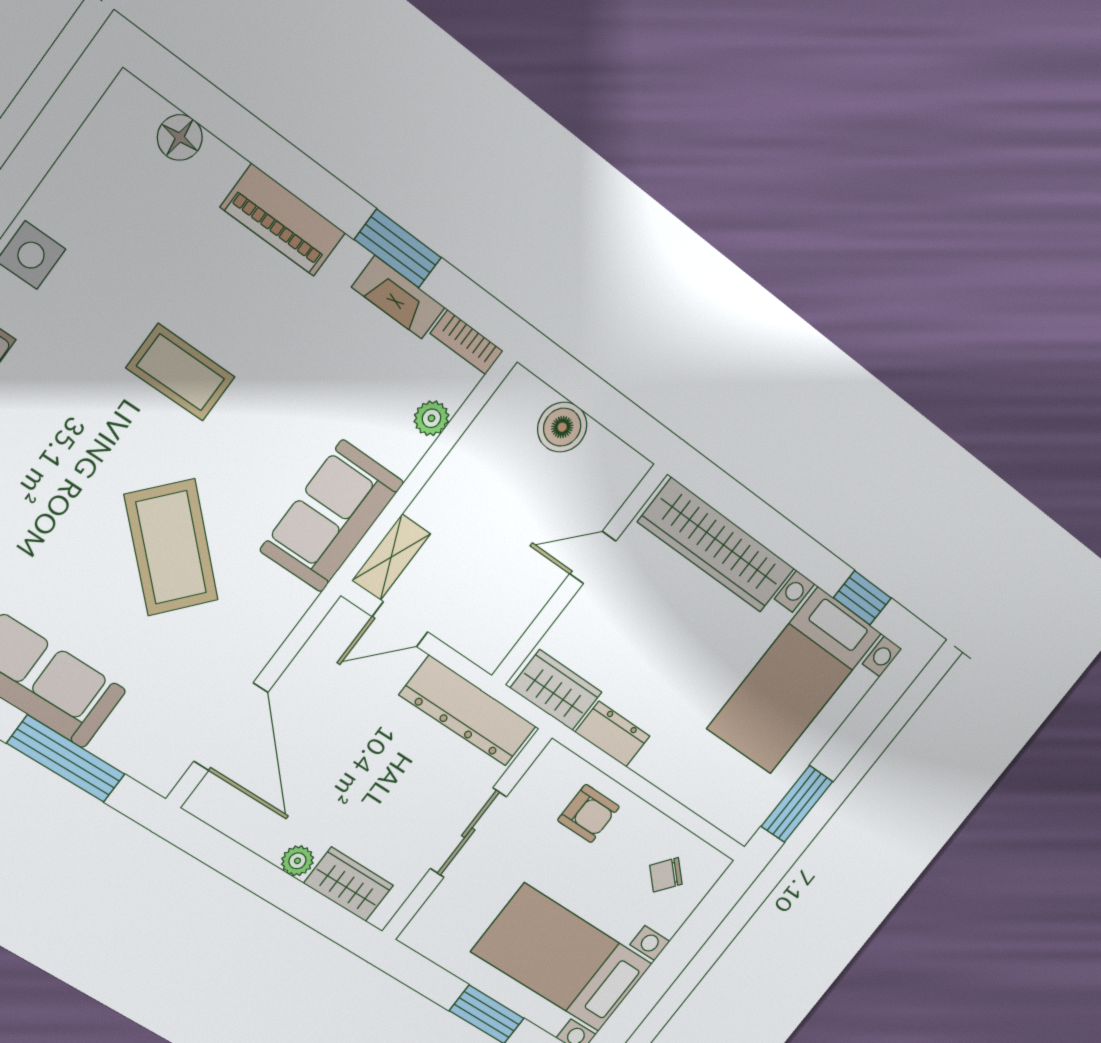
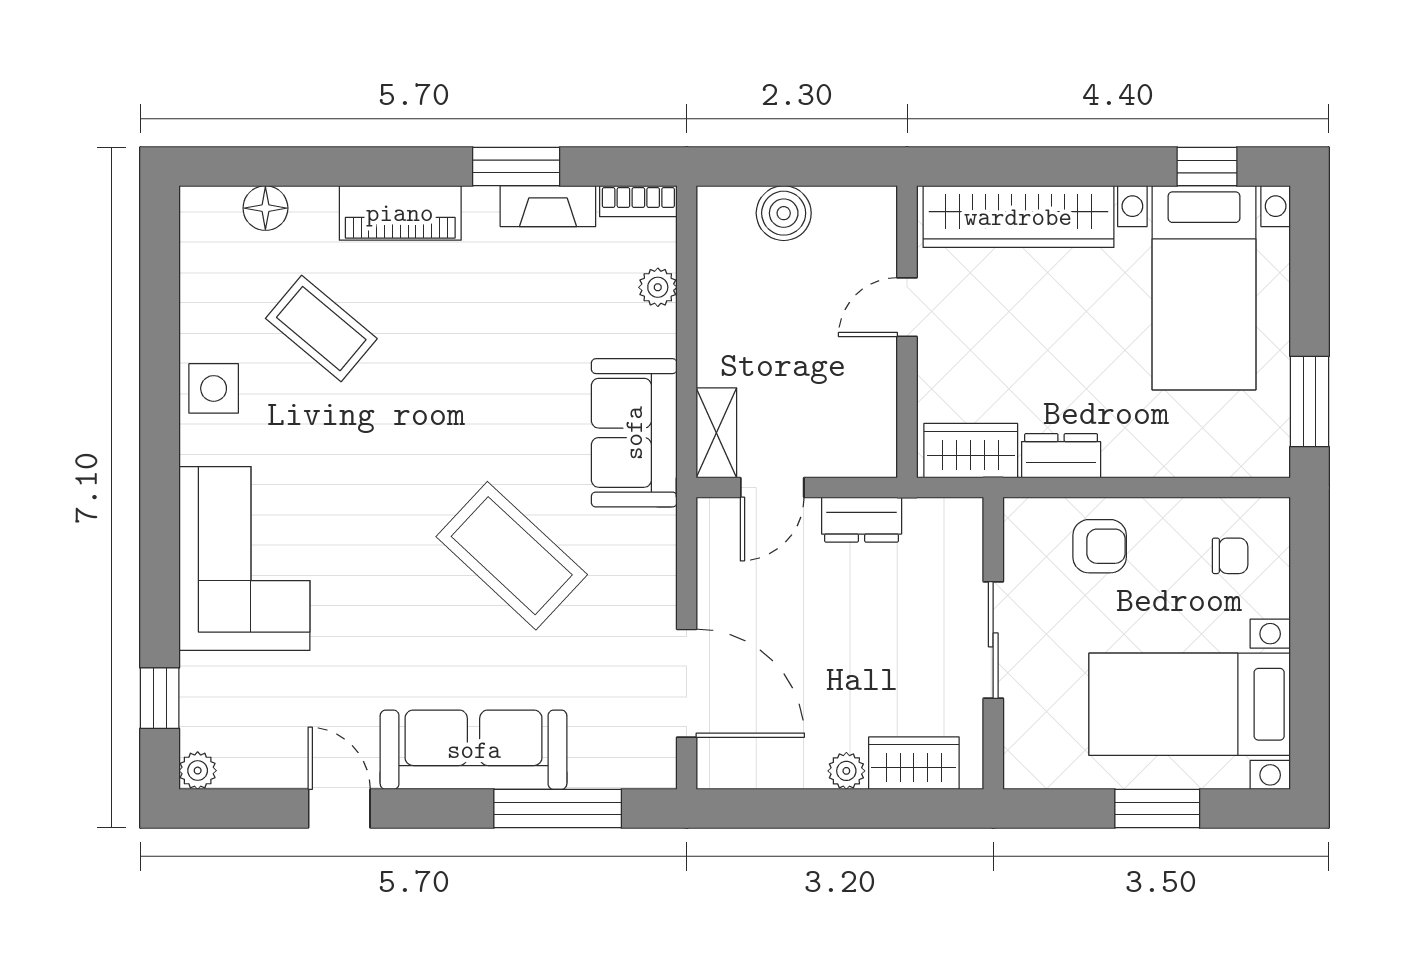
coffee table: (181, 372) -> (321, 329), moved, turned 40
dresser: (468, 711) -> (862, 520), width x0.51, depth x0.80
chair: (666, 875) -> (1230, 556), turned -132

